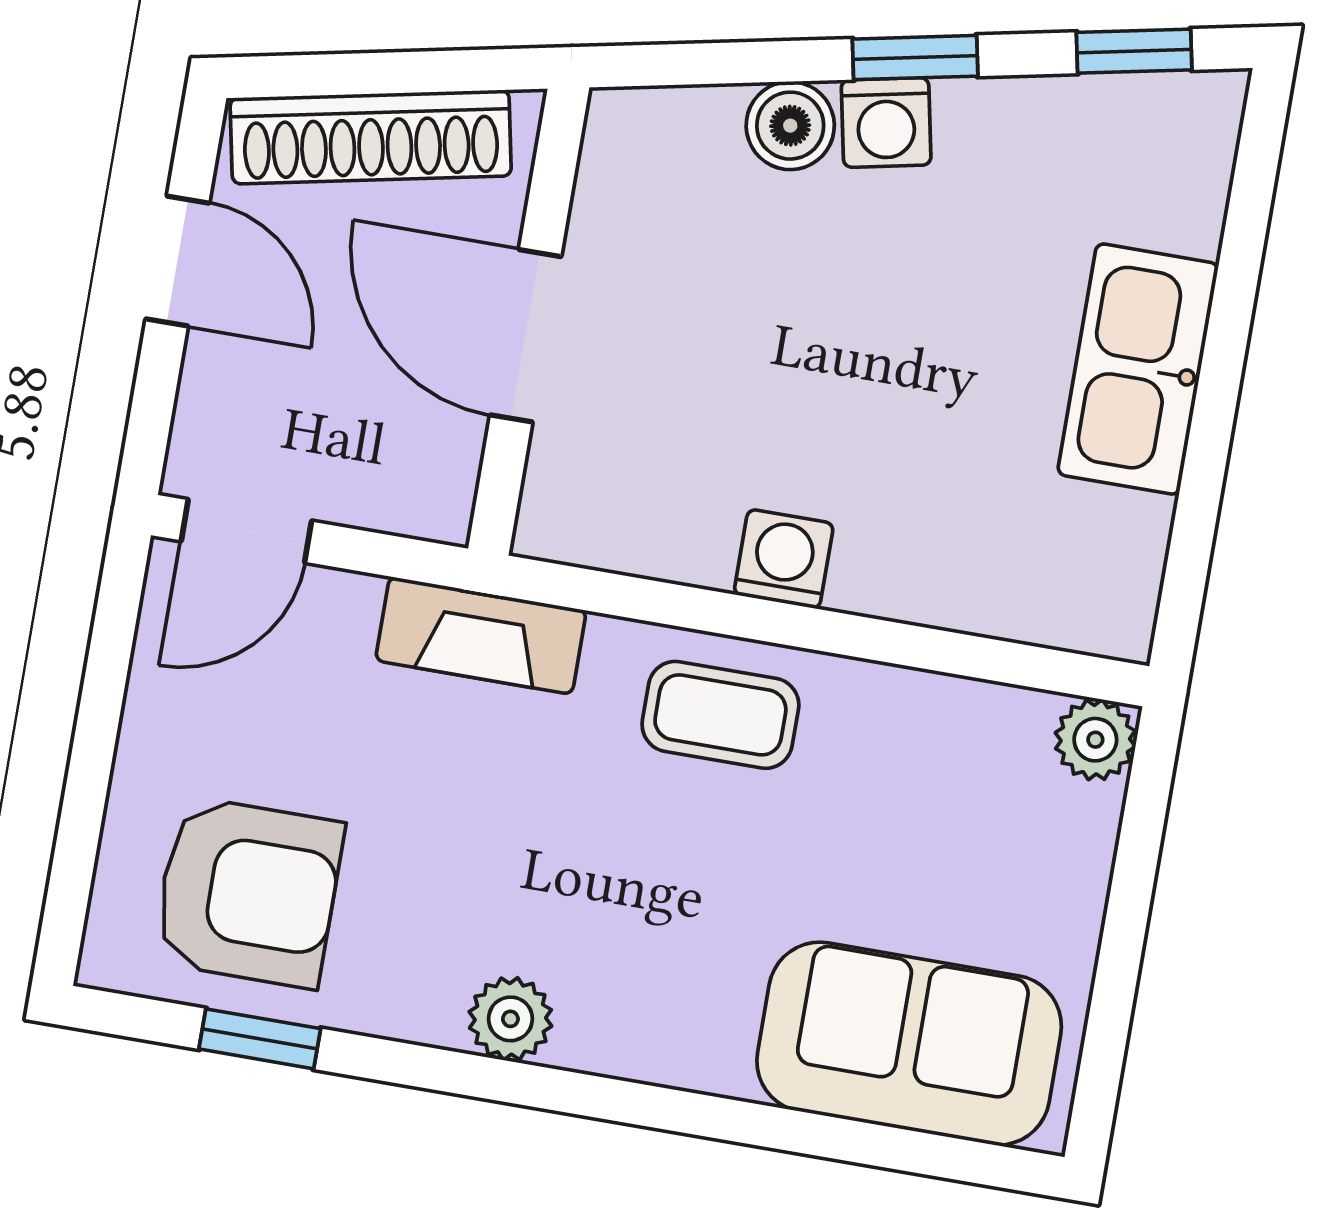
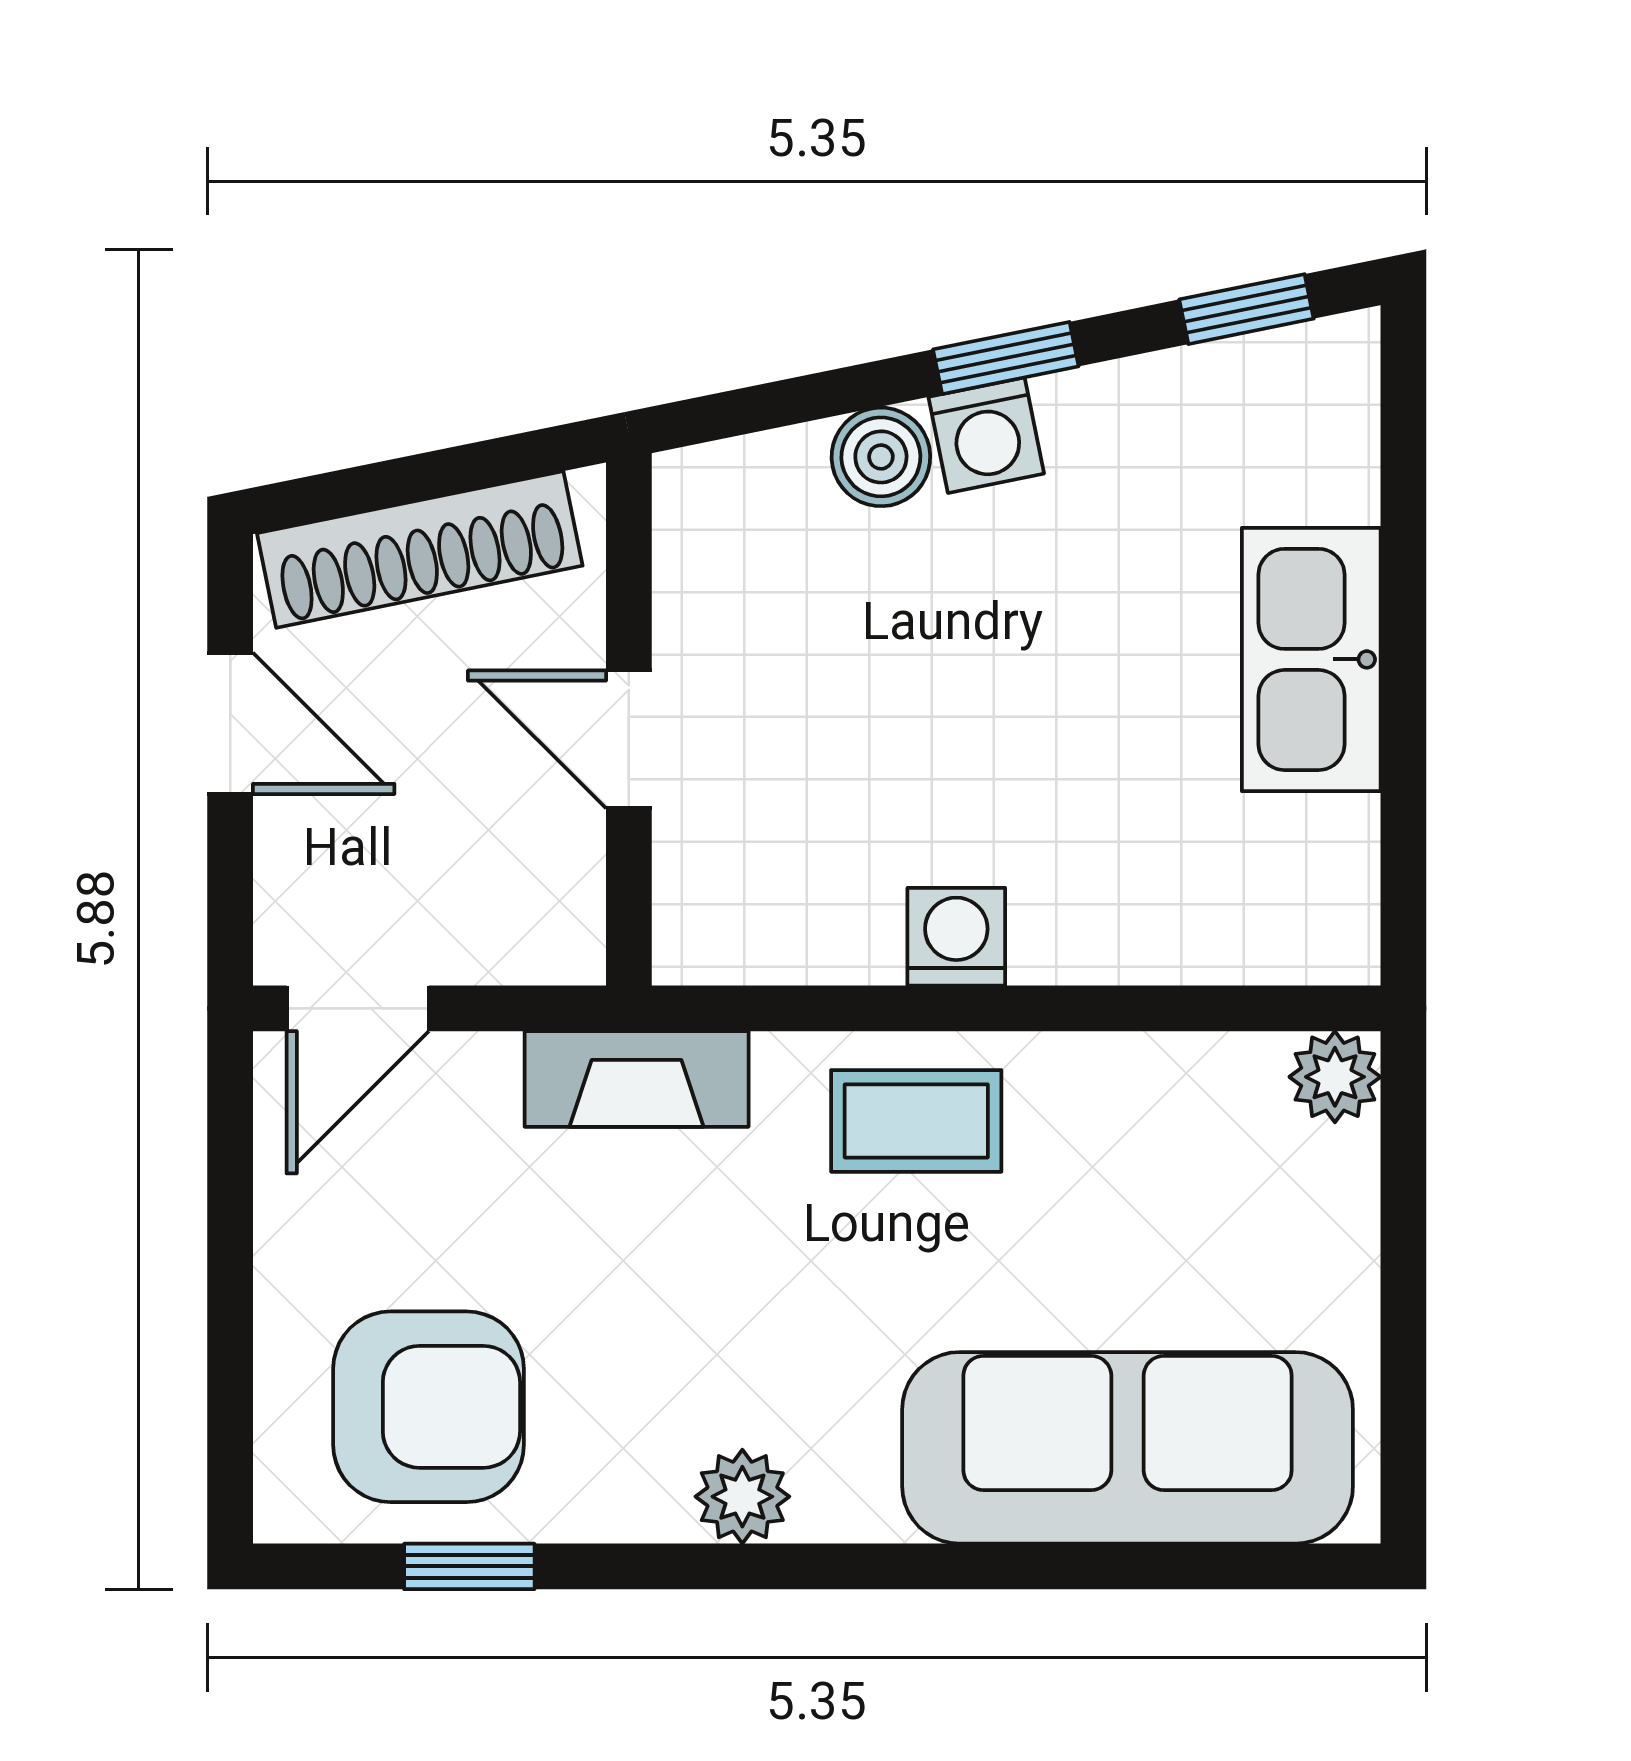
door: (526, 336) -> (629, 739), width x0.73
sofa: (909, 1044) -> (1128, 1448), width x1.36

